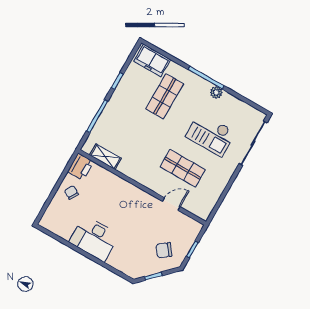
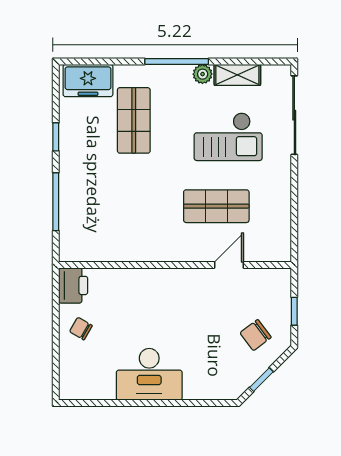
shelving: (105, 157) -> (237, 75), moved

